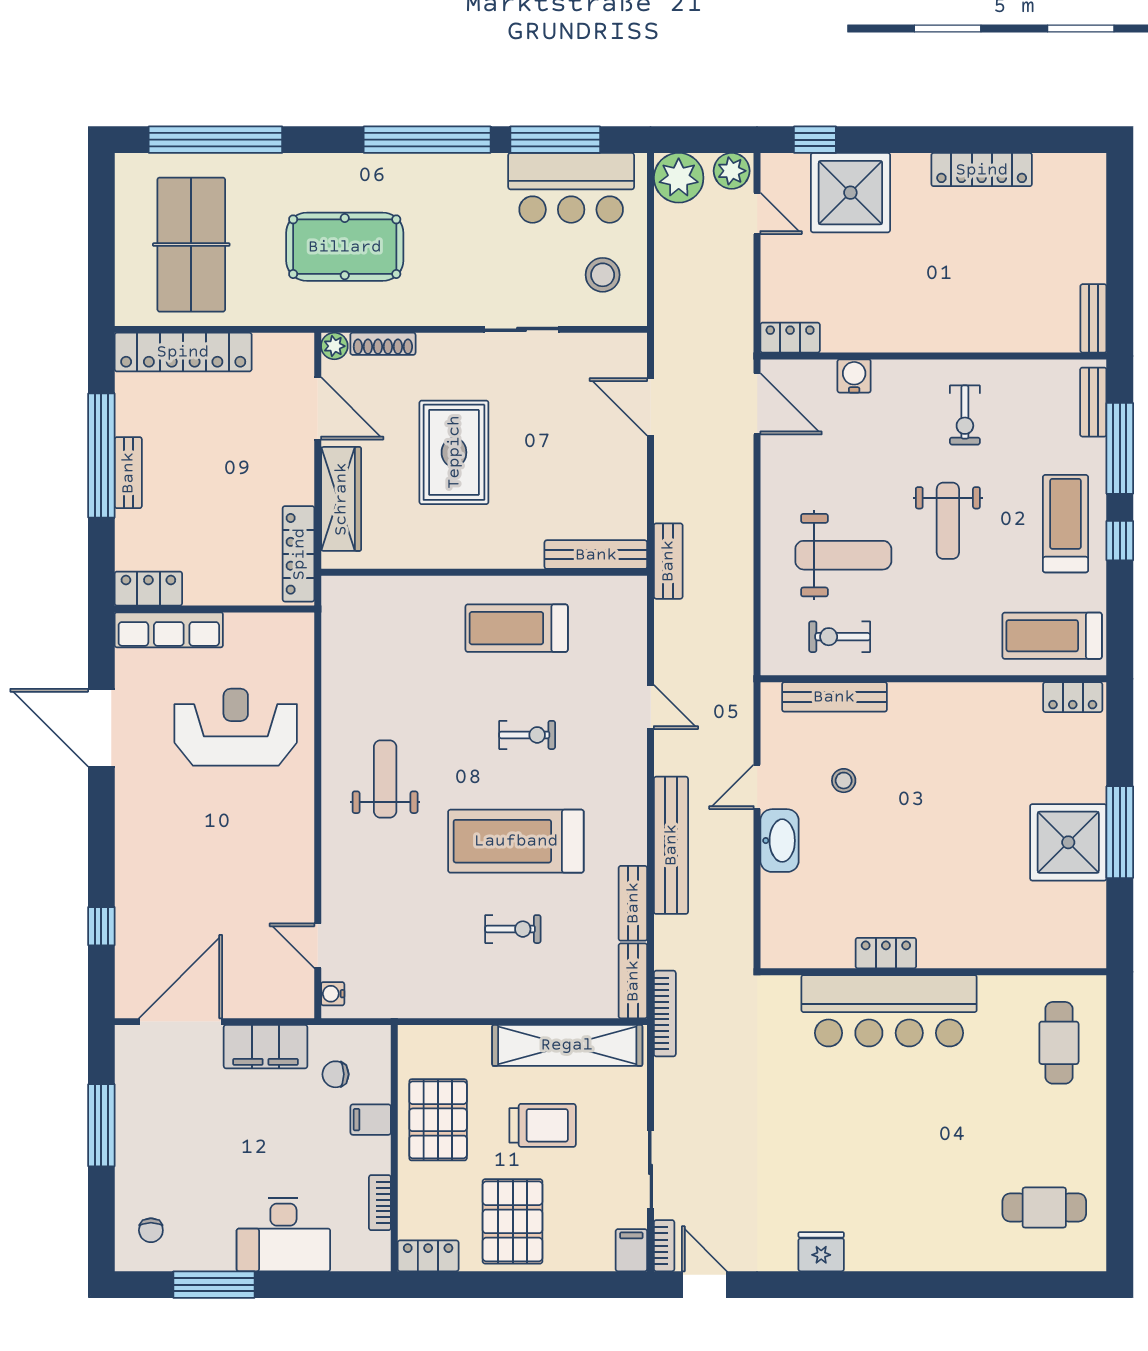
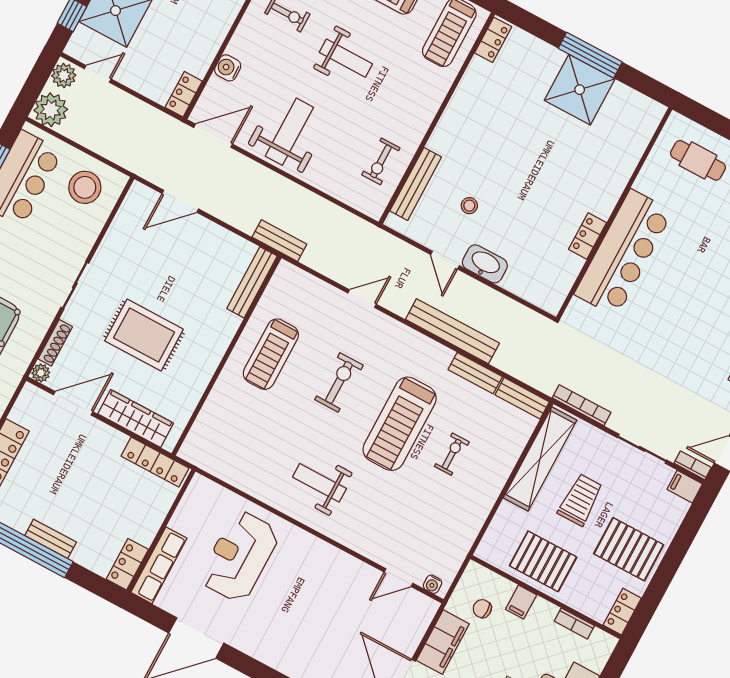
stool: (603, 275) -> (85, 187), width x1.38, depth x1.38
sliding door: (521, 329) -> (75, 285), moved
weight bench: (843, 555) -> (289, 132), moved
exercise bike: (527, 735) -> (339, 382), width x1.38, depth x1.39
bookcase: (665, 1014) -> (582, 405), moved
chair: (336, 1074) -> (482, 609), turned 90

